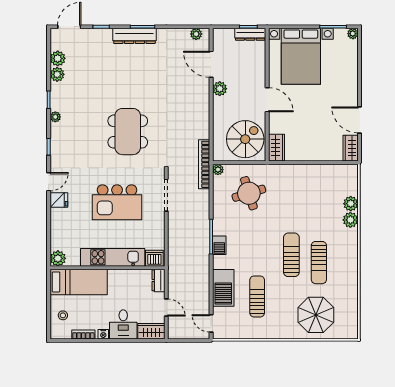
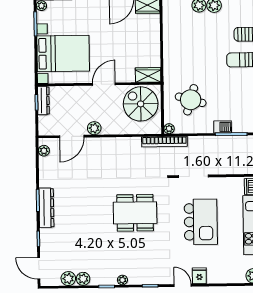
round table: (249, 193) -> (191, 100), turned 33
barbecue: (219, 245) -> (223, 127), moved

